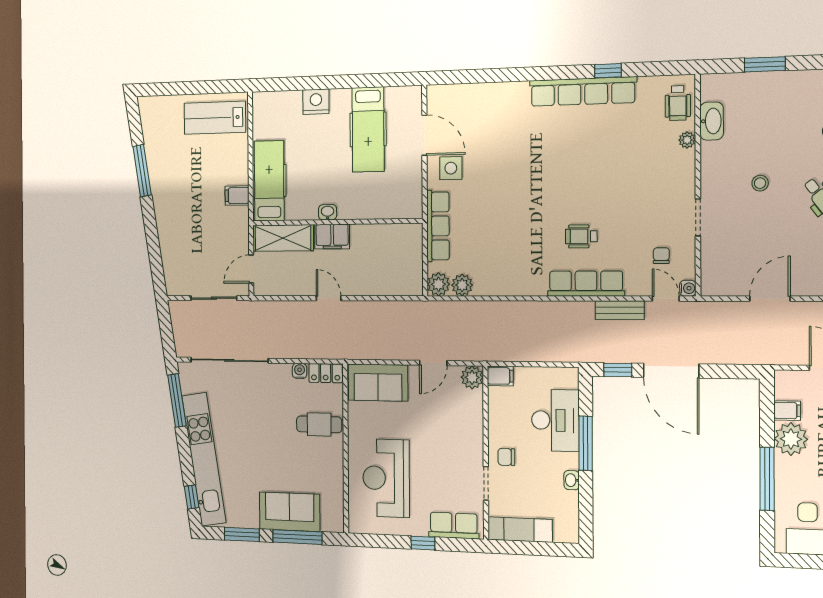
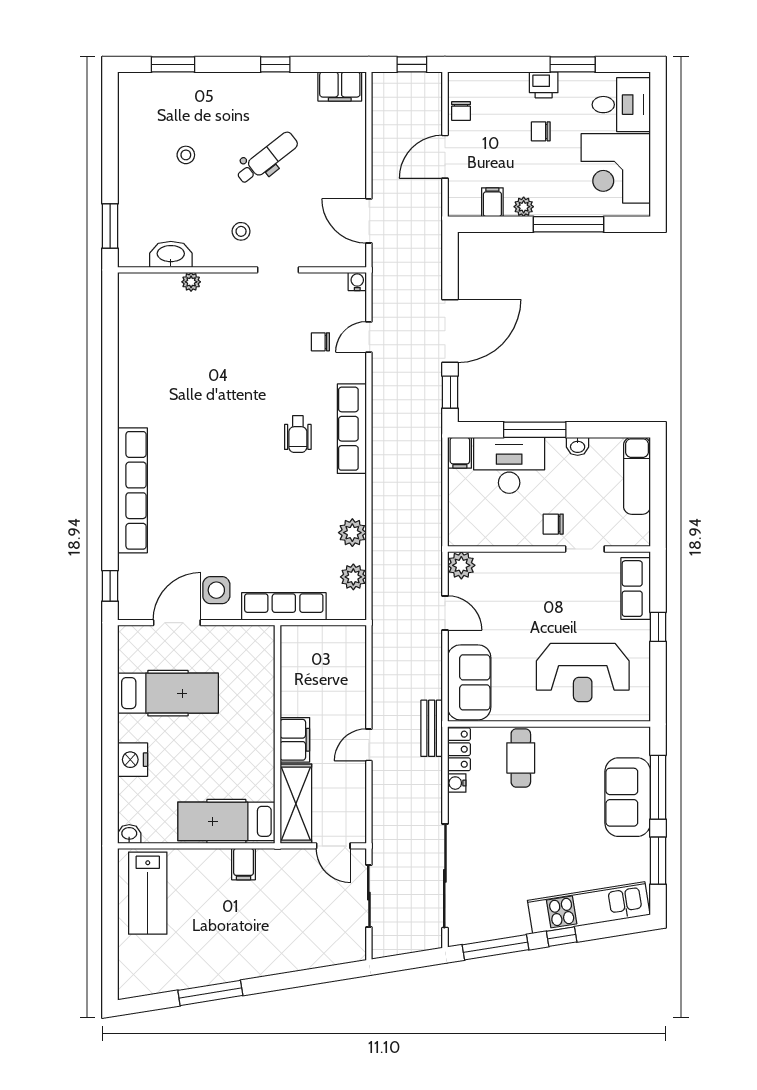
window: (608, 71) -> (110, 586), moved
row of seats: (583, 91) -> (132, 490), moved
wheelchair: (678, 103) -> (149, 323), removed
washbasin: (712, 121) -> (171, 254), moved
plant: (687, 140) -> (191, 282), moved
wall: (698, 185) -> (242, 270), moved
washbasin: (328, 212) -> (129, 834), moved, turned 90
doorway: (698, 217) -> (278, 270), moved
plant: (438, 284) -> (352, 533), moved
water cooler: (688, 288) -> (357, 281), moved
bench: (620, 310) -> (432, 728), moved
filing cabinet: (500, 376) -> (460, 453), moved, turned 180
plant: (791, 439) -> (524, 207), width x0.53, depth x0.53
chair: (506, 457) -> (553, 524), turned 90
kitchen unit: (204, 459) -> (589, 908), width x0.73
window: (192, 497) -> (562, 937), moved
exam couch: (520, 530) -> (637, 476), moved

